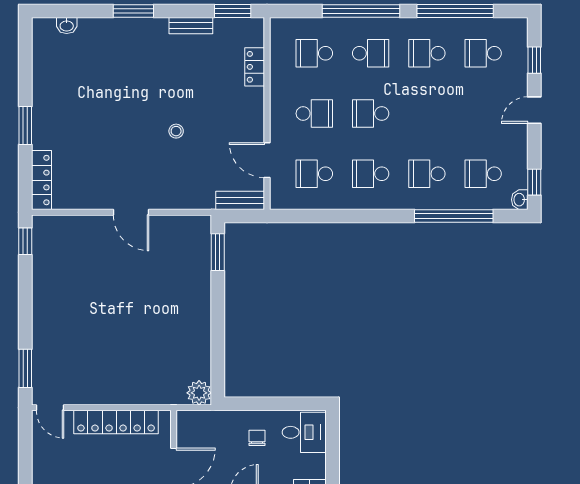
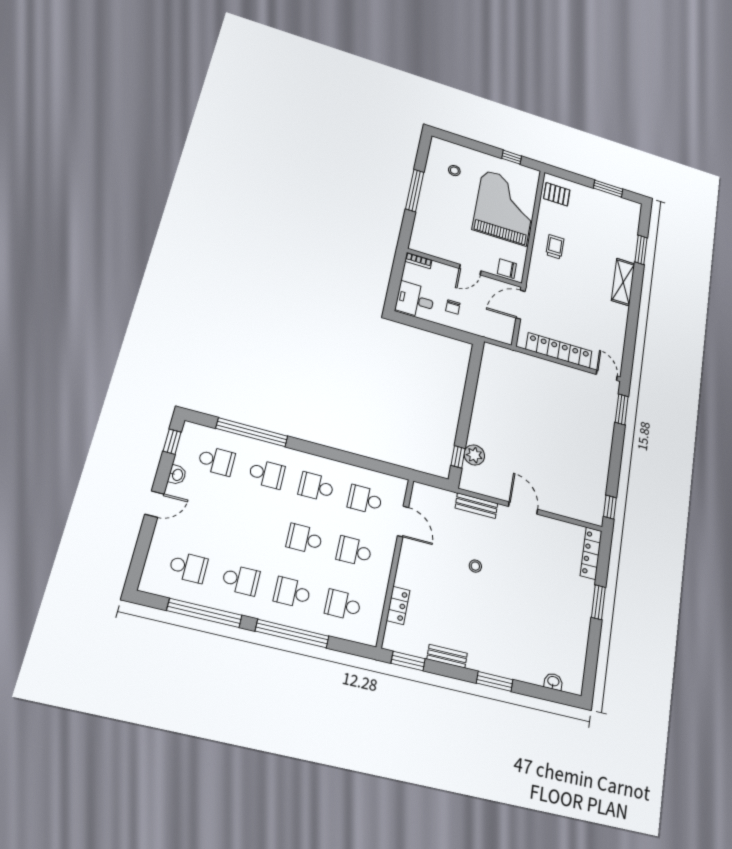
school desk: (314, 53) -> (343, 605), turned 180
window: (534, 60) -> (142, 549), removed
school desk: (371, 113) -> (304, 539), turned 180
school desk: (314, 174) -> (365, 500), turned 180
school desk: (371, 174) -> (316, 487), turned 180
bench: (240, 200) -> (476, 506), moved
washbasin: (520, 200) -> (177, 475), moved
window: (218, 252) -> (458, 457), width x0.67
plant: (199, 393) -> (474, 455), moved

